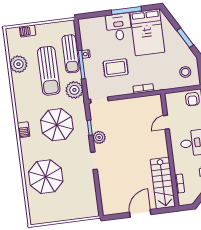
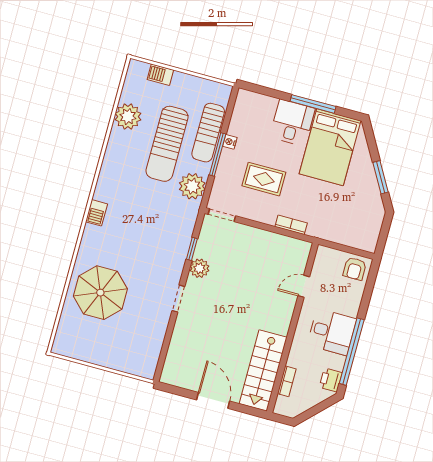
stool: (185, 72) -> (361, 226), removed
parasol: (57, 125) -> (147, 225), removed
door: (140, 213) -> (213, 400), hinge flipped

